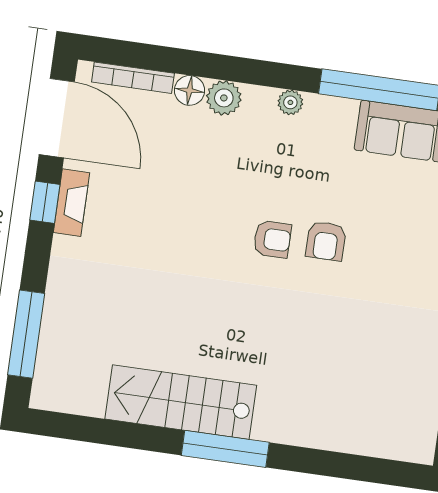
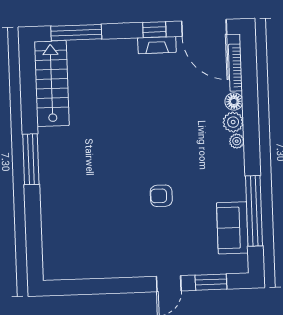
plant: (290, 102) -> (237, 141), moved
door: (57, 118) -> (204, 28), hinge flipped
armchair: (272, 239) -> (157, 165), removed
stairs: (181, 402) -> (52, 84), moved

